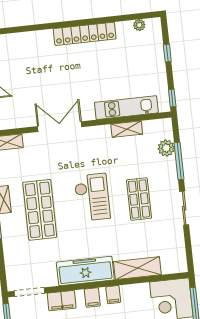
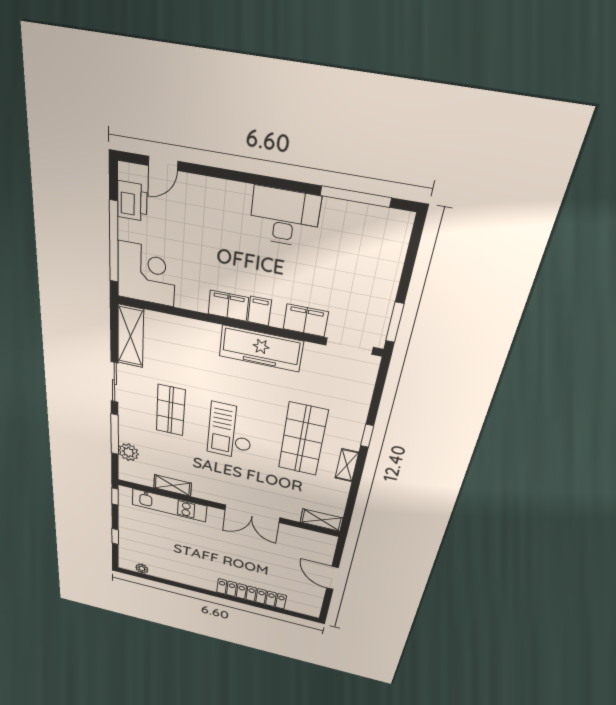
locker: (85, 34) -> (251, 594), moved
shelving: (137, 268) -> (131, 336), moved, turned 90
filing cabinet: (113, 295) -> (228, 306), width x2.00

